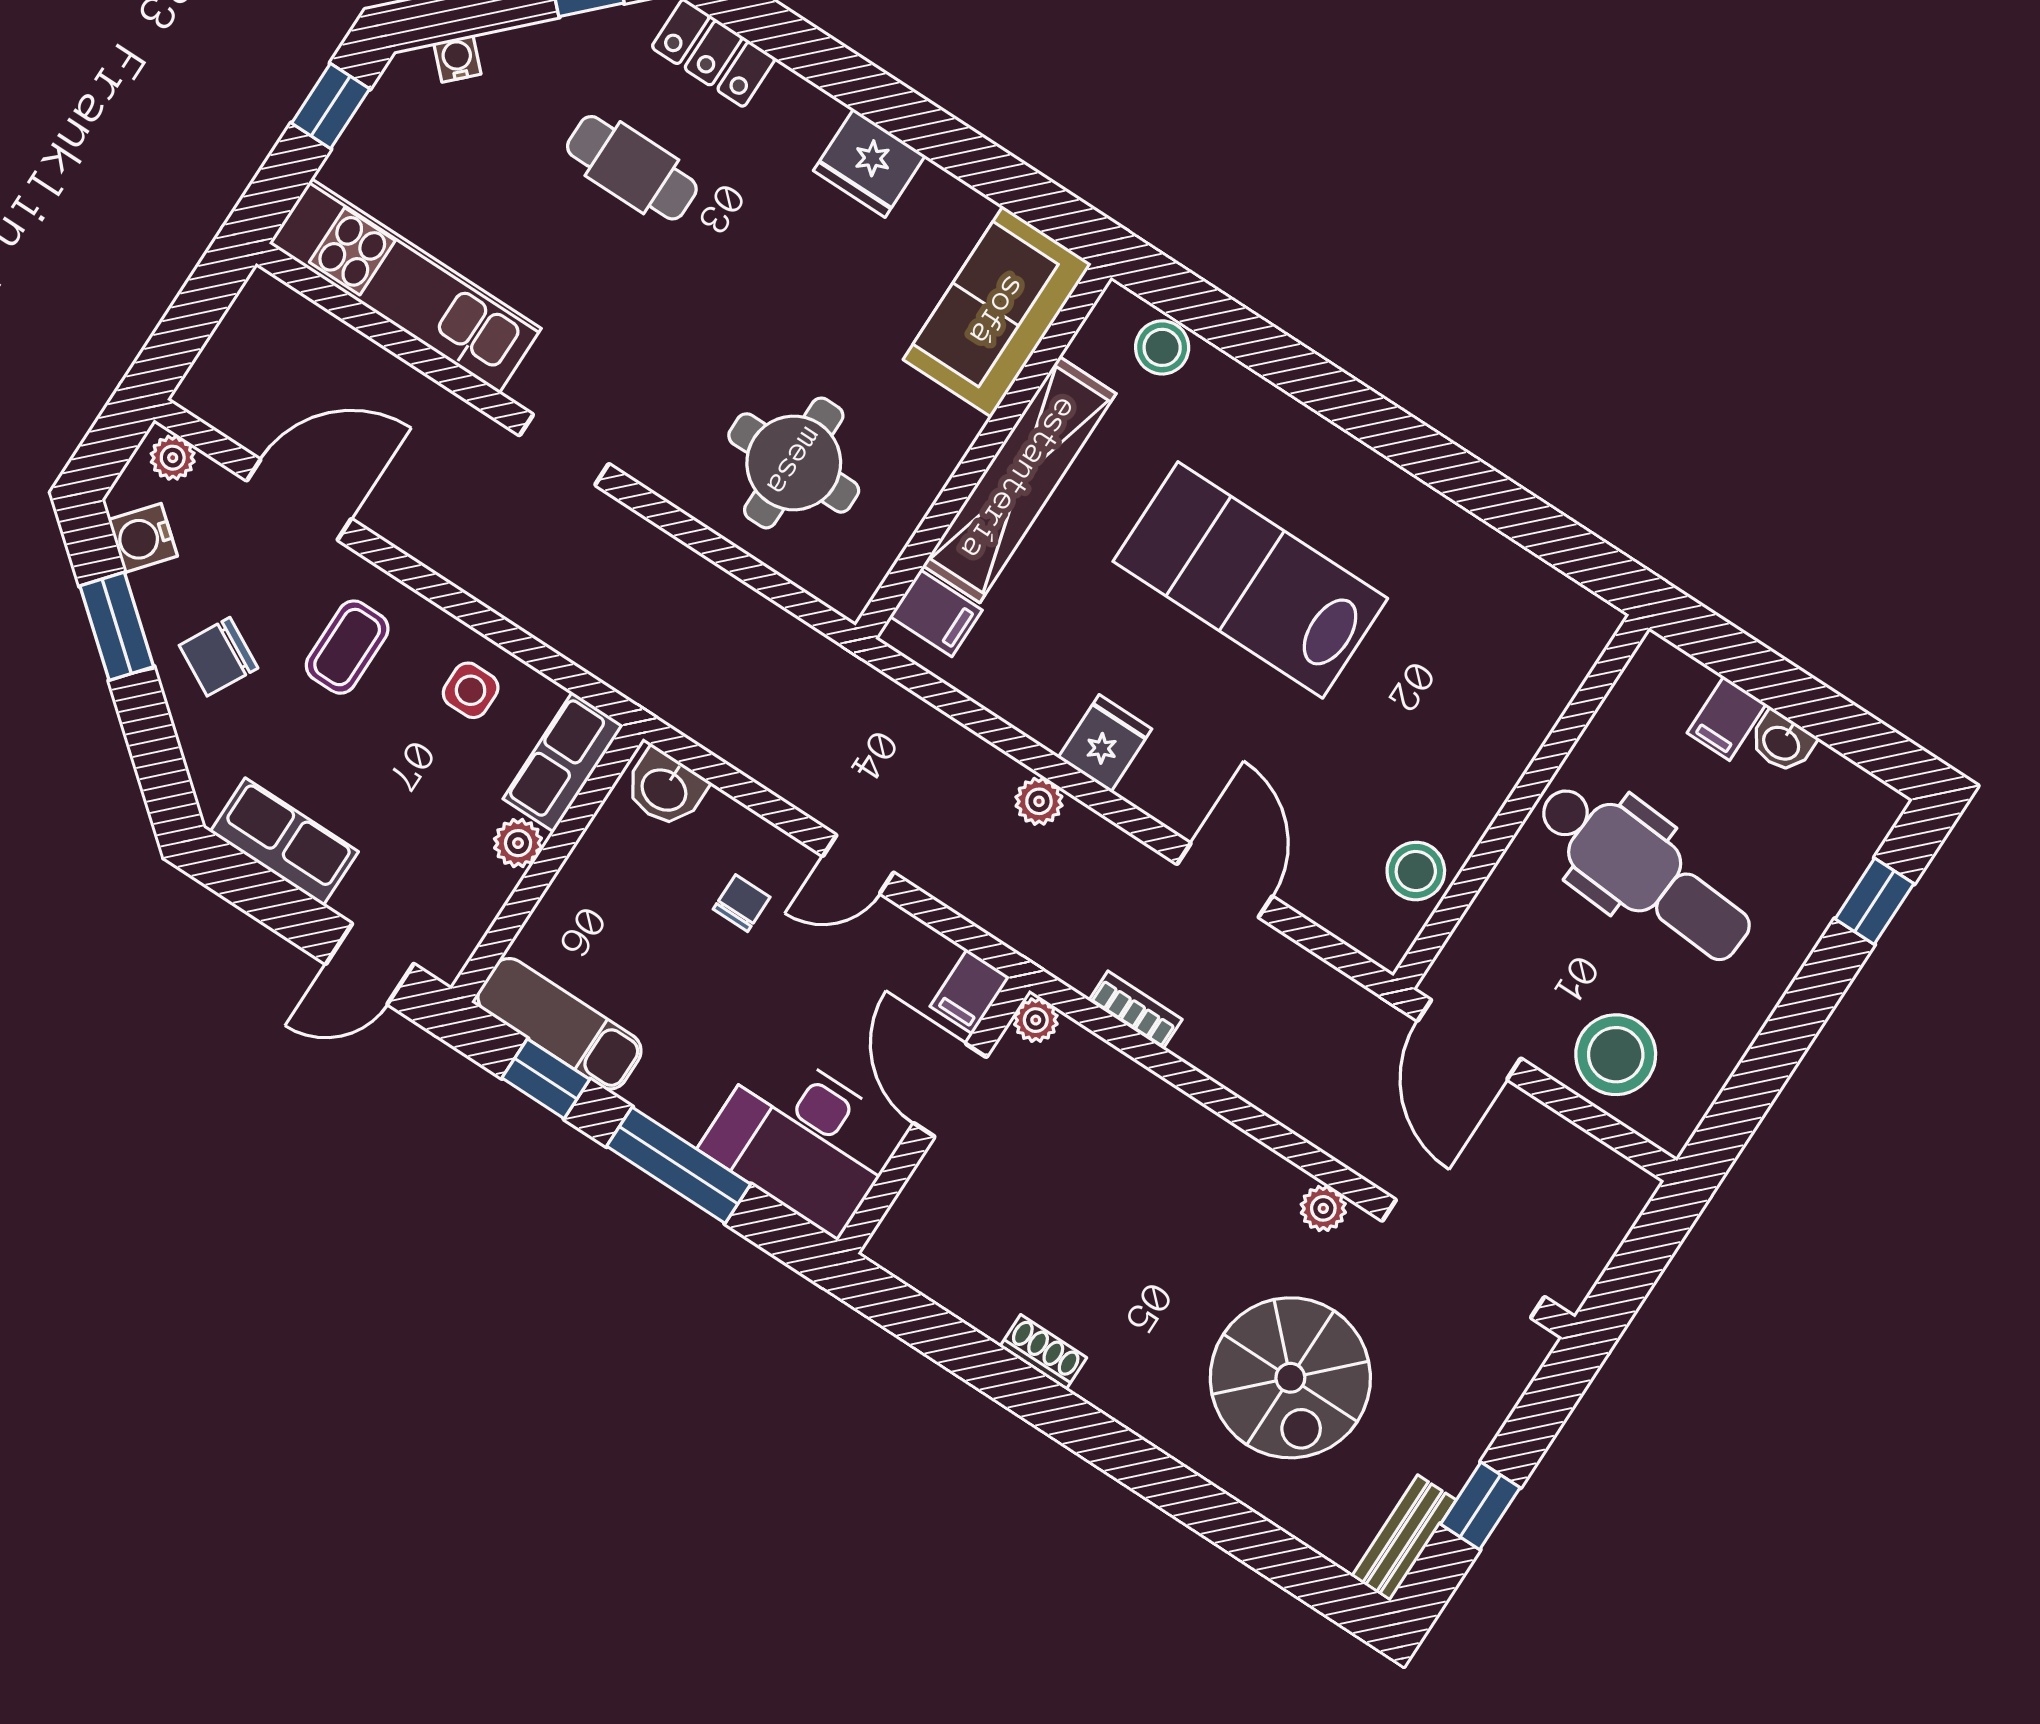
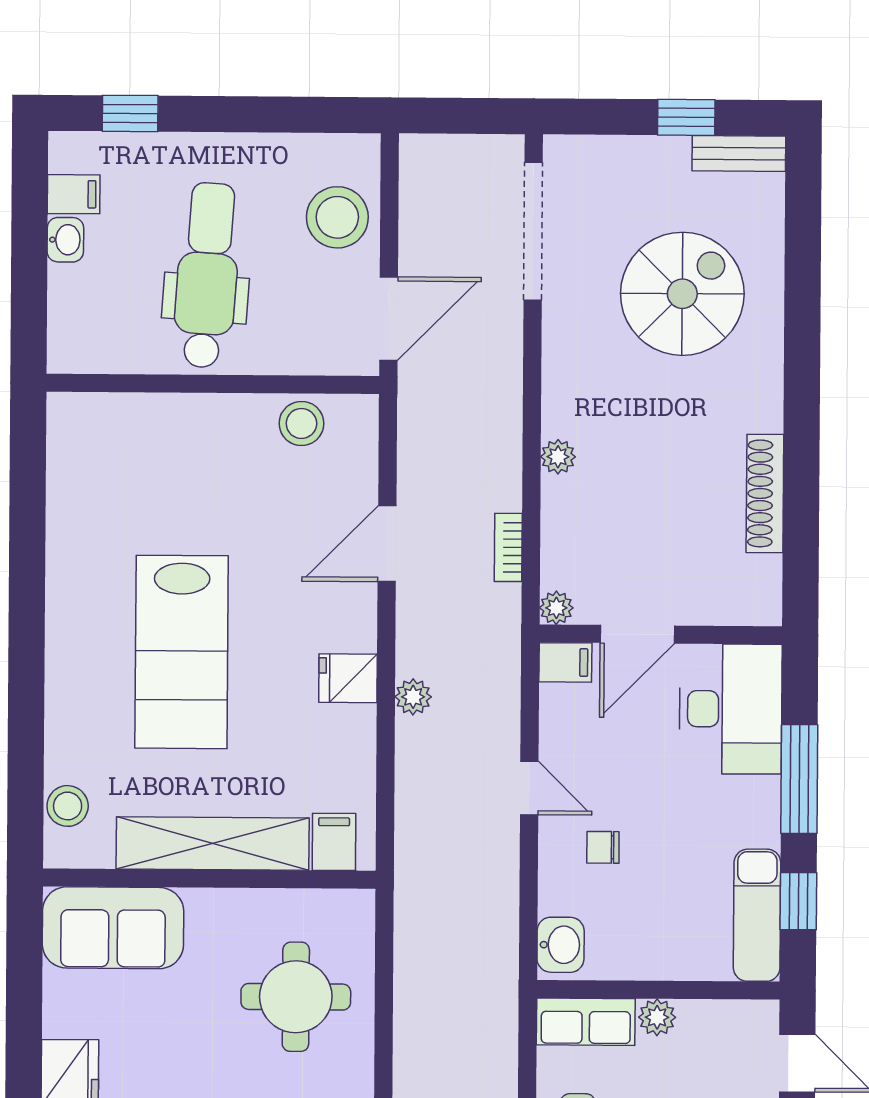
filing cabinet: (1727, 718) -> (74, 194), moved
plant: (1323, 1208) -> (558, 457), moved
shoe rack: (1043, 1352) -> (765, 493), width x1.94, depth x1.24

